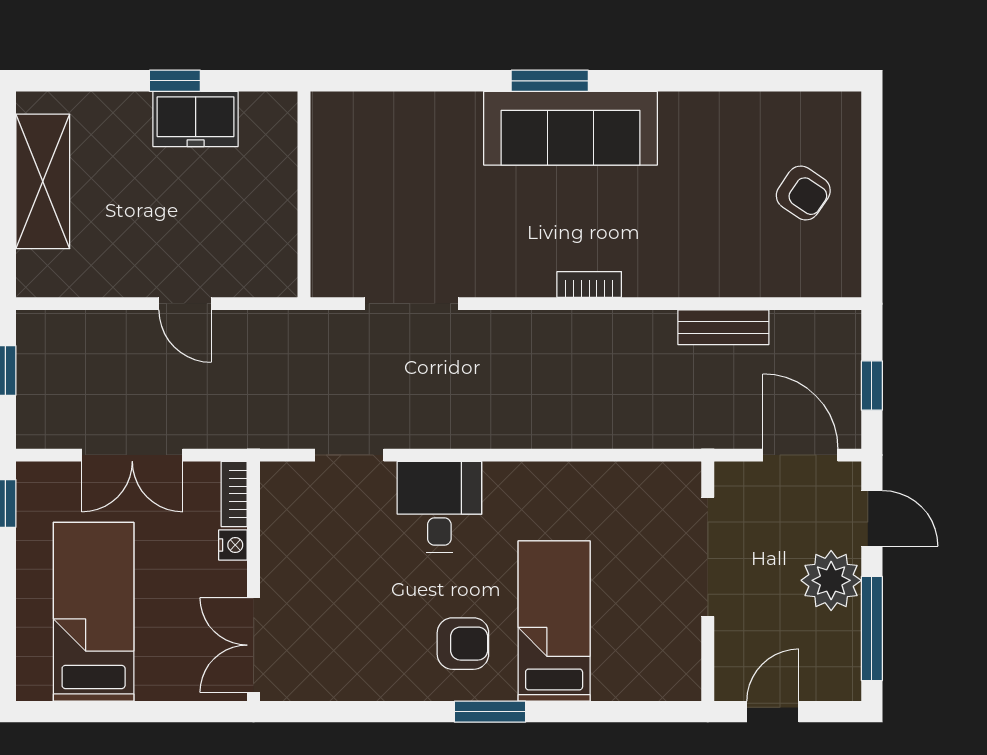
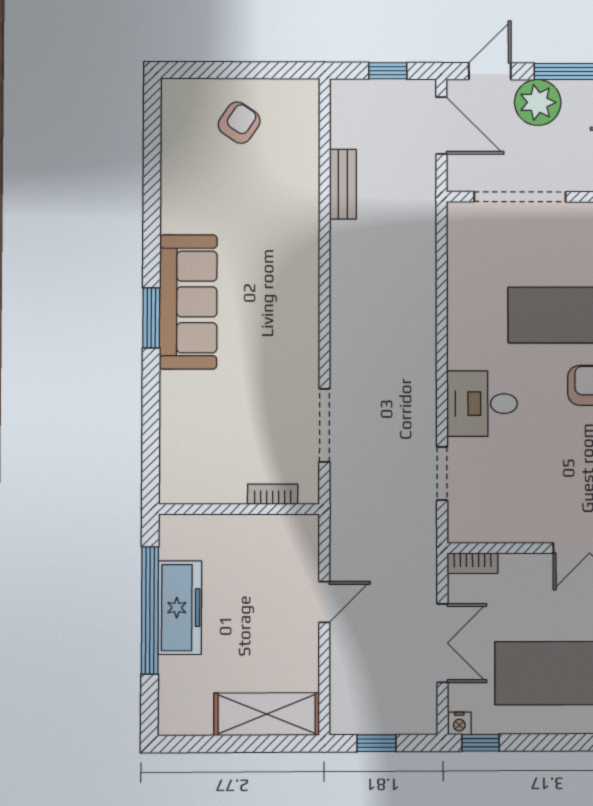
window: (175, 81) -> (150, 610), width x3.17
freezer: (196, 119) -> (180, 608), width x1.40
shelving: (43, 181) -> (267, 714), moved
bookcase: (589, 284) -> (273, 494), moved, turned 90
door: (800, 455) -> (441, 125), swing flipped
nightstand: (233, 545) -> (459, 723), moved, turned 180

